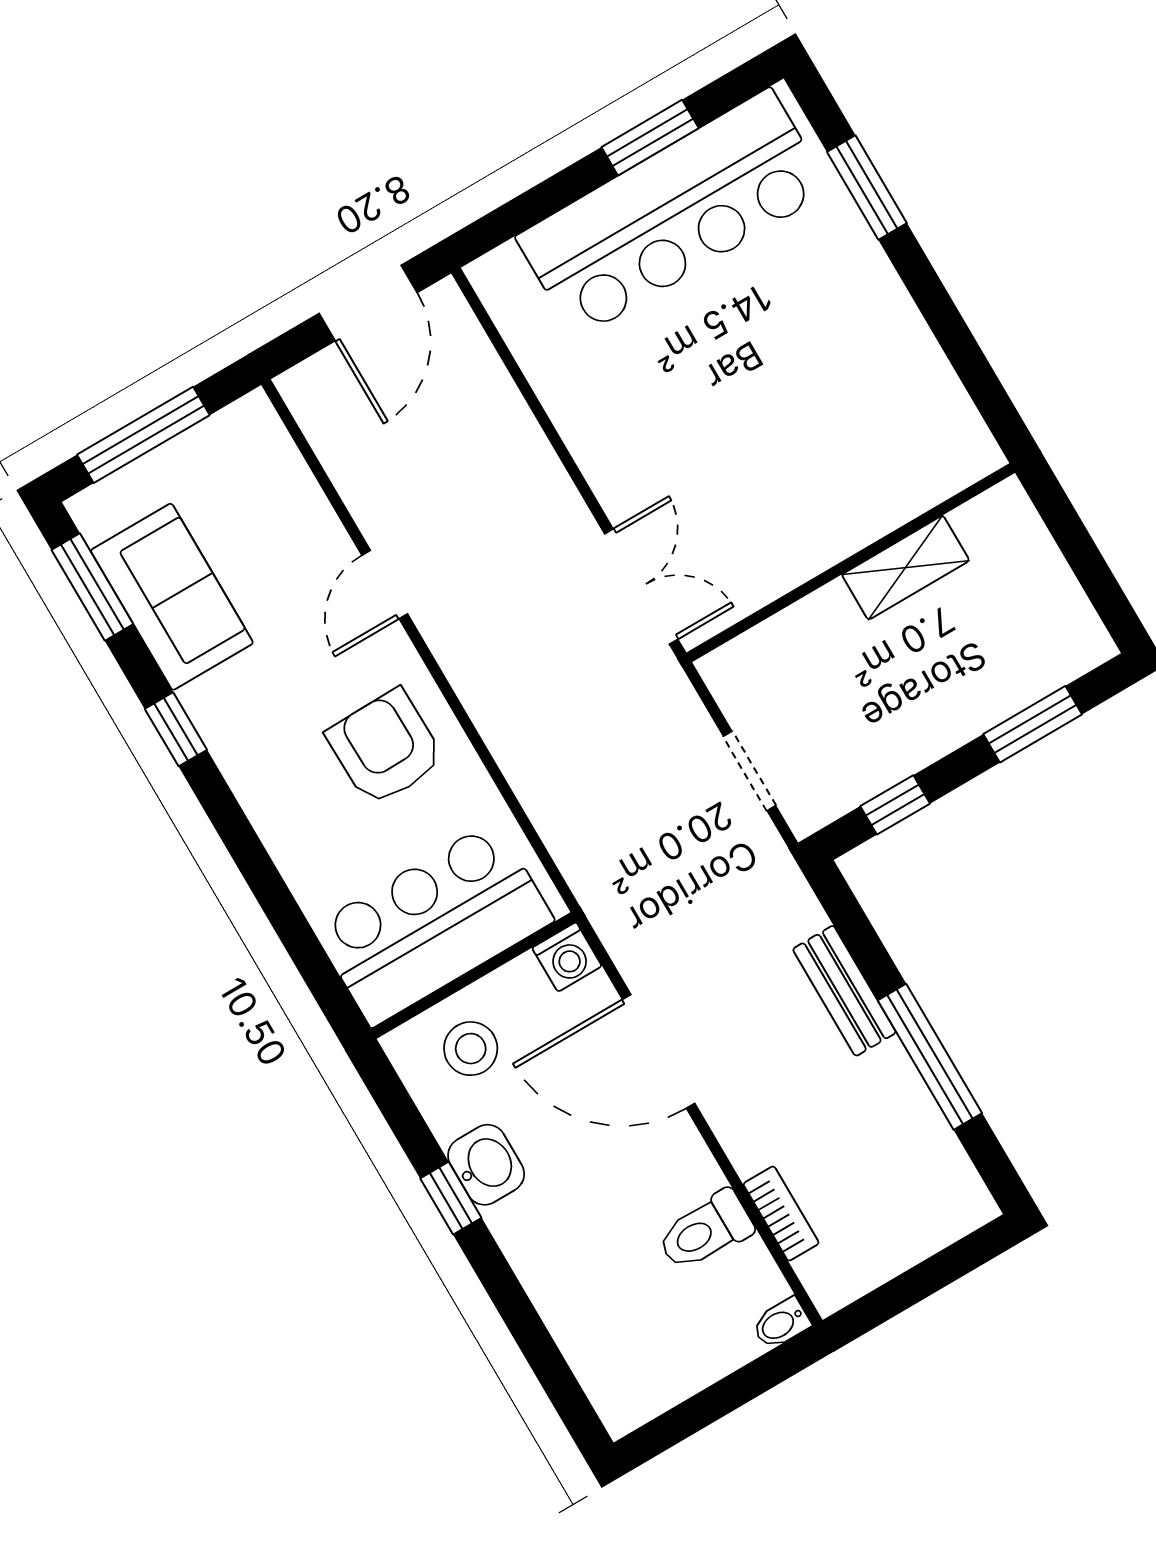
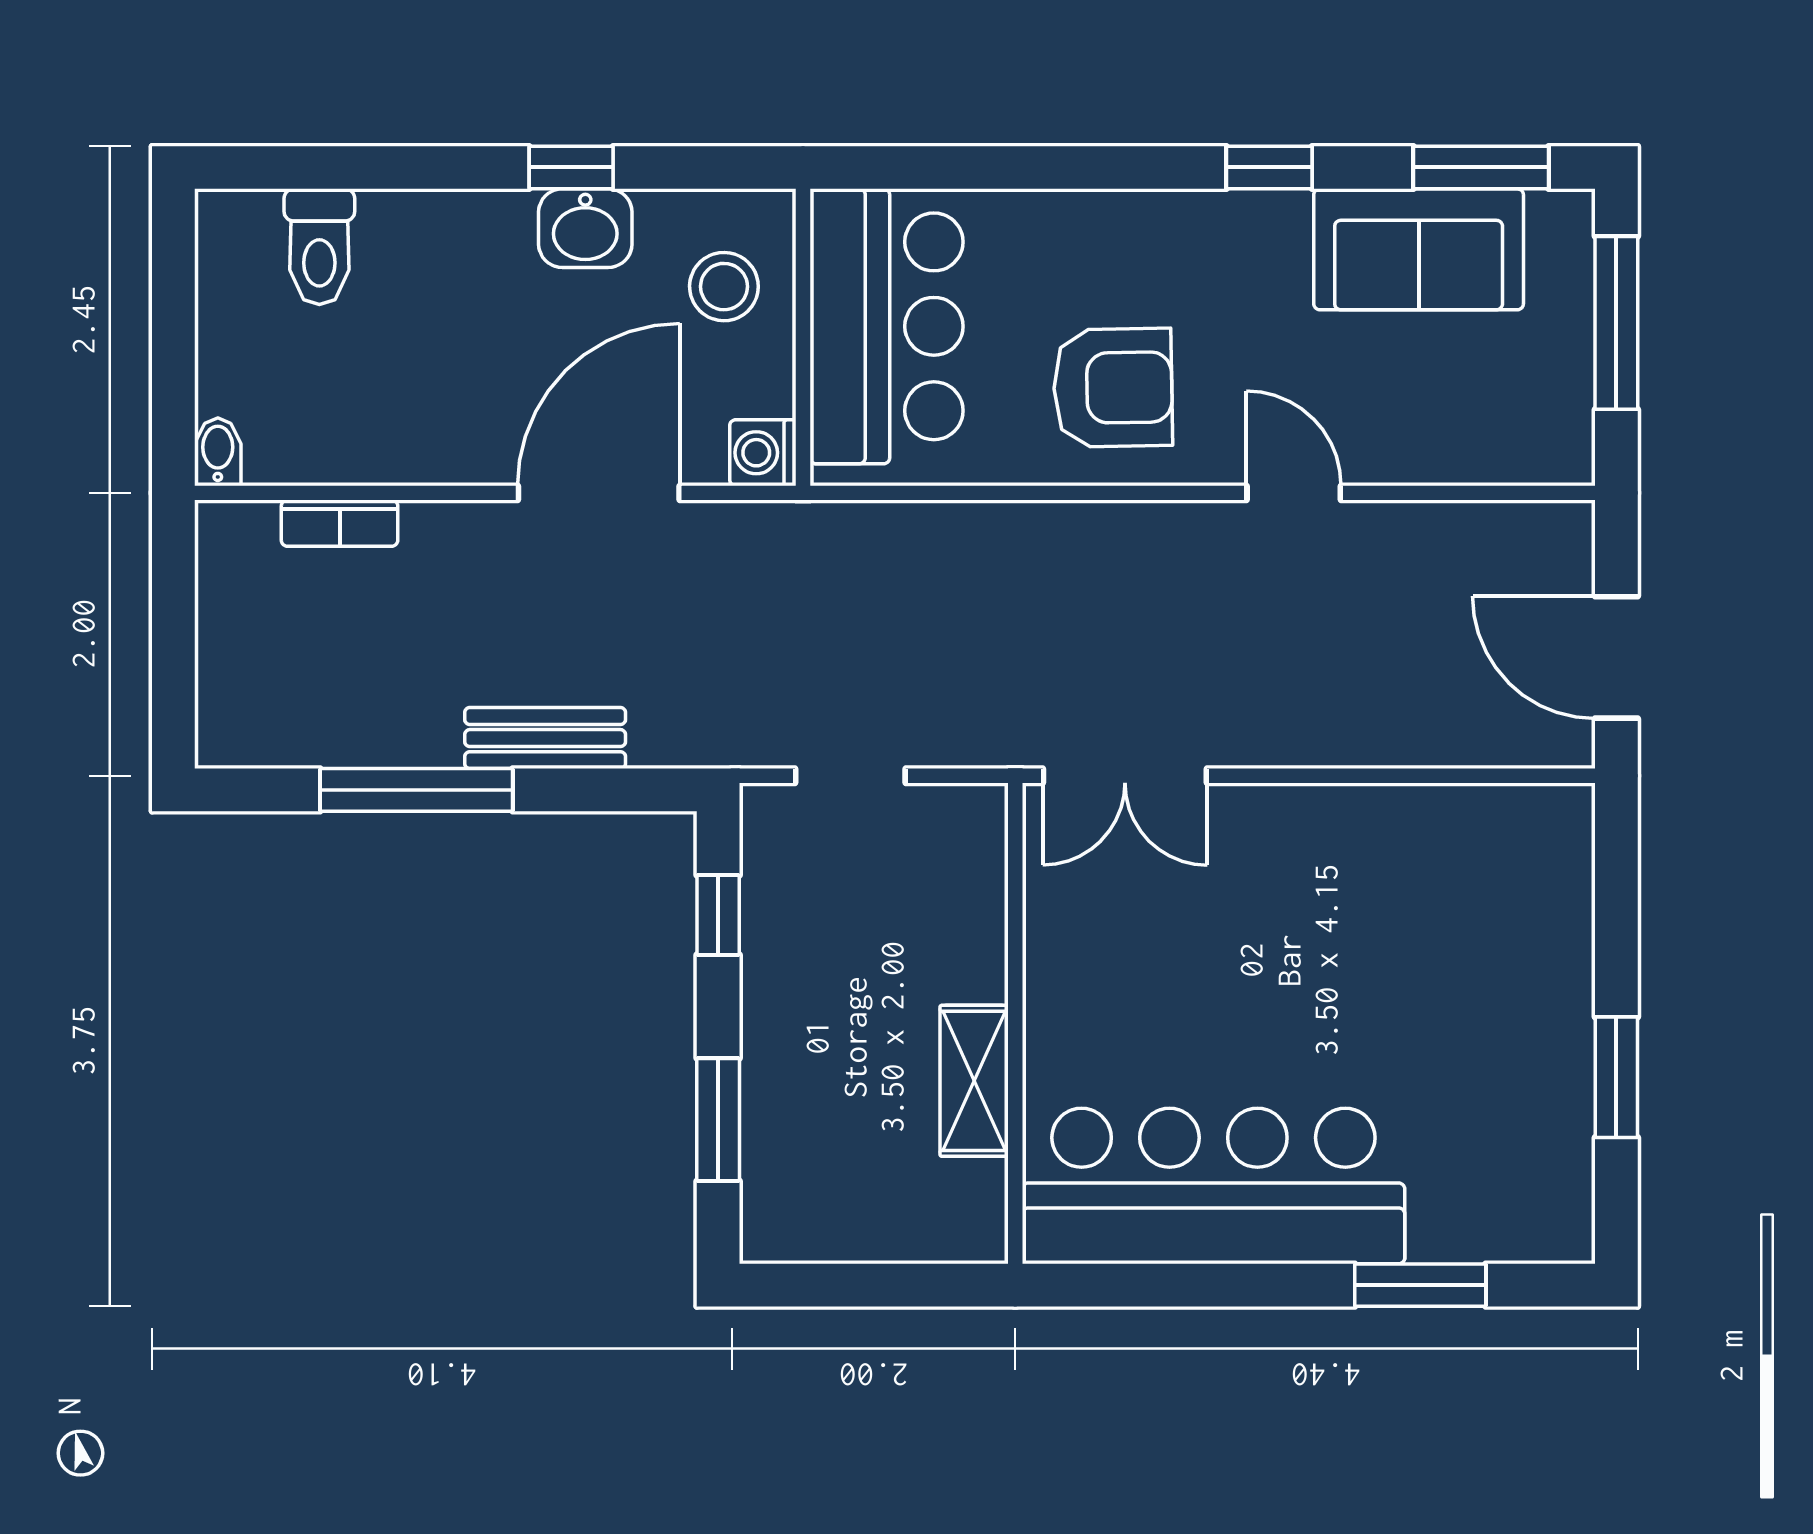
bar counter: (673, 214) -> (1213, 1186), moved, turned 90
toilet: (705, 1231) -> (319, 247), moved, turned 180

